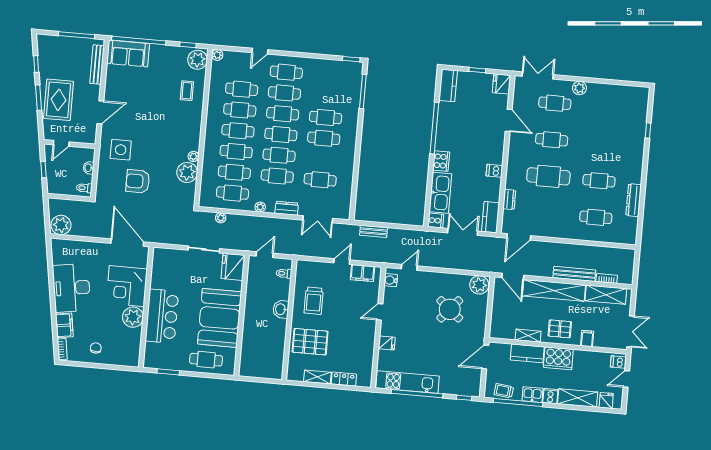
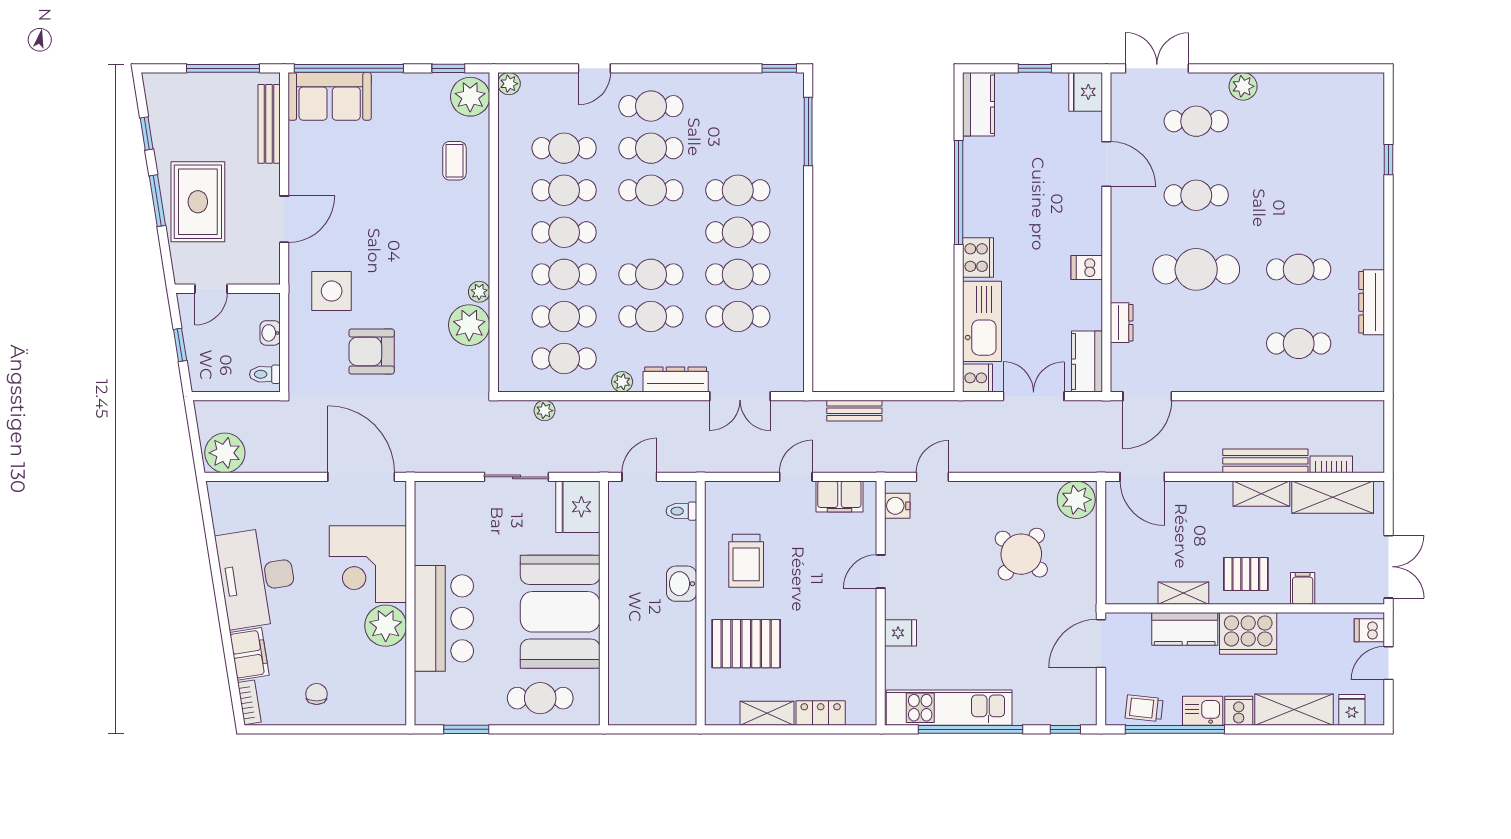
cafe table: (281, 134) -> (738, 274), moved
dresser: (287, 208) -> (676, 379), width x1.44
shelving: (554, 290) -> (1261, 494), width x0.45, depth x0.75

